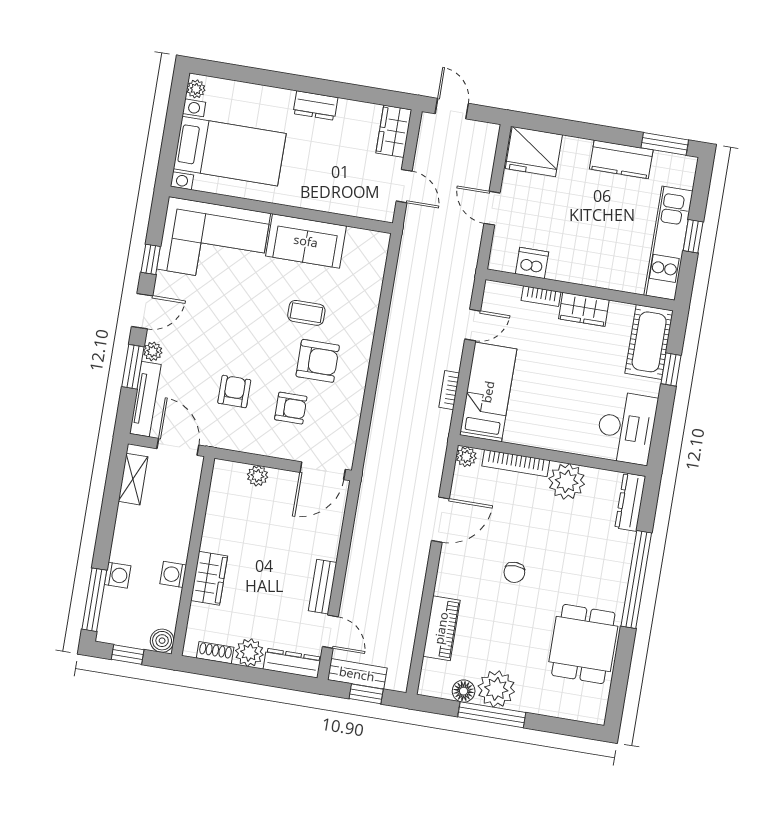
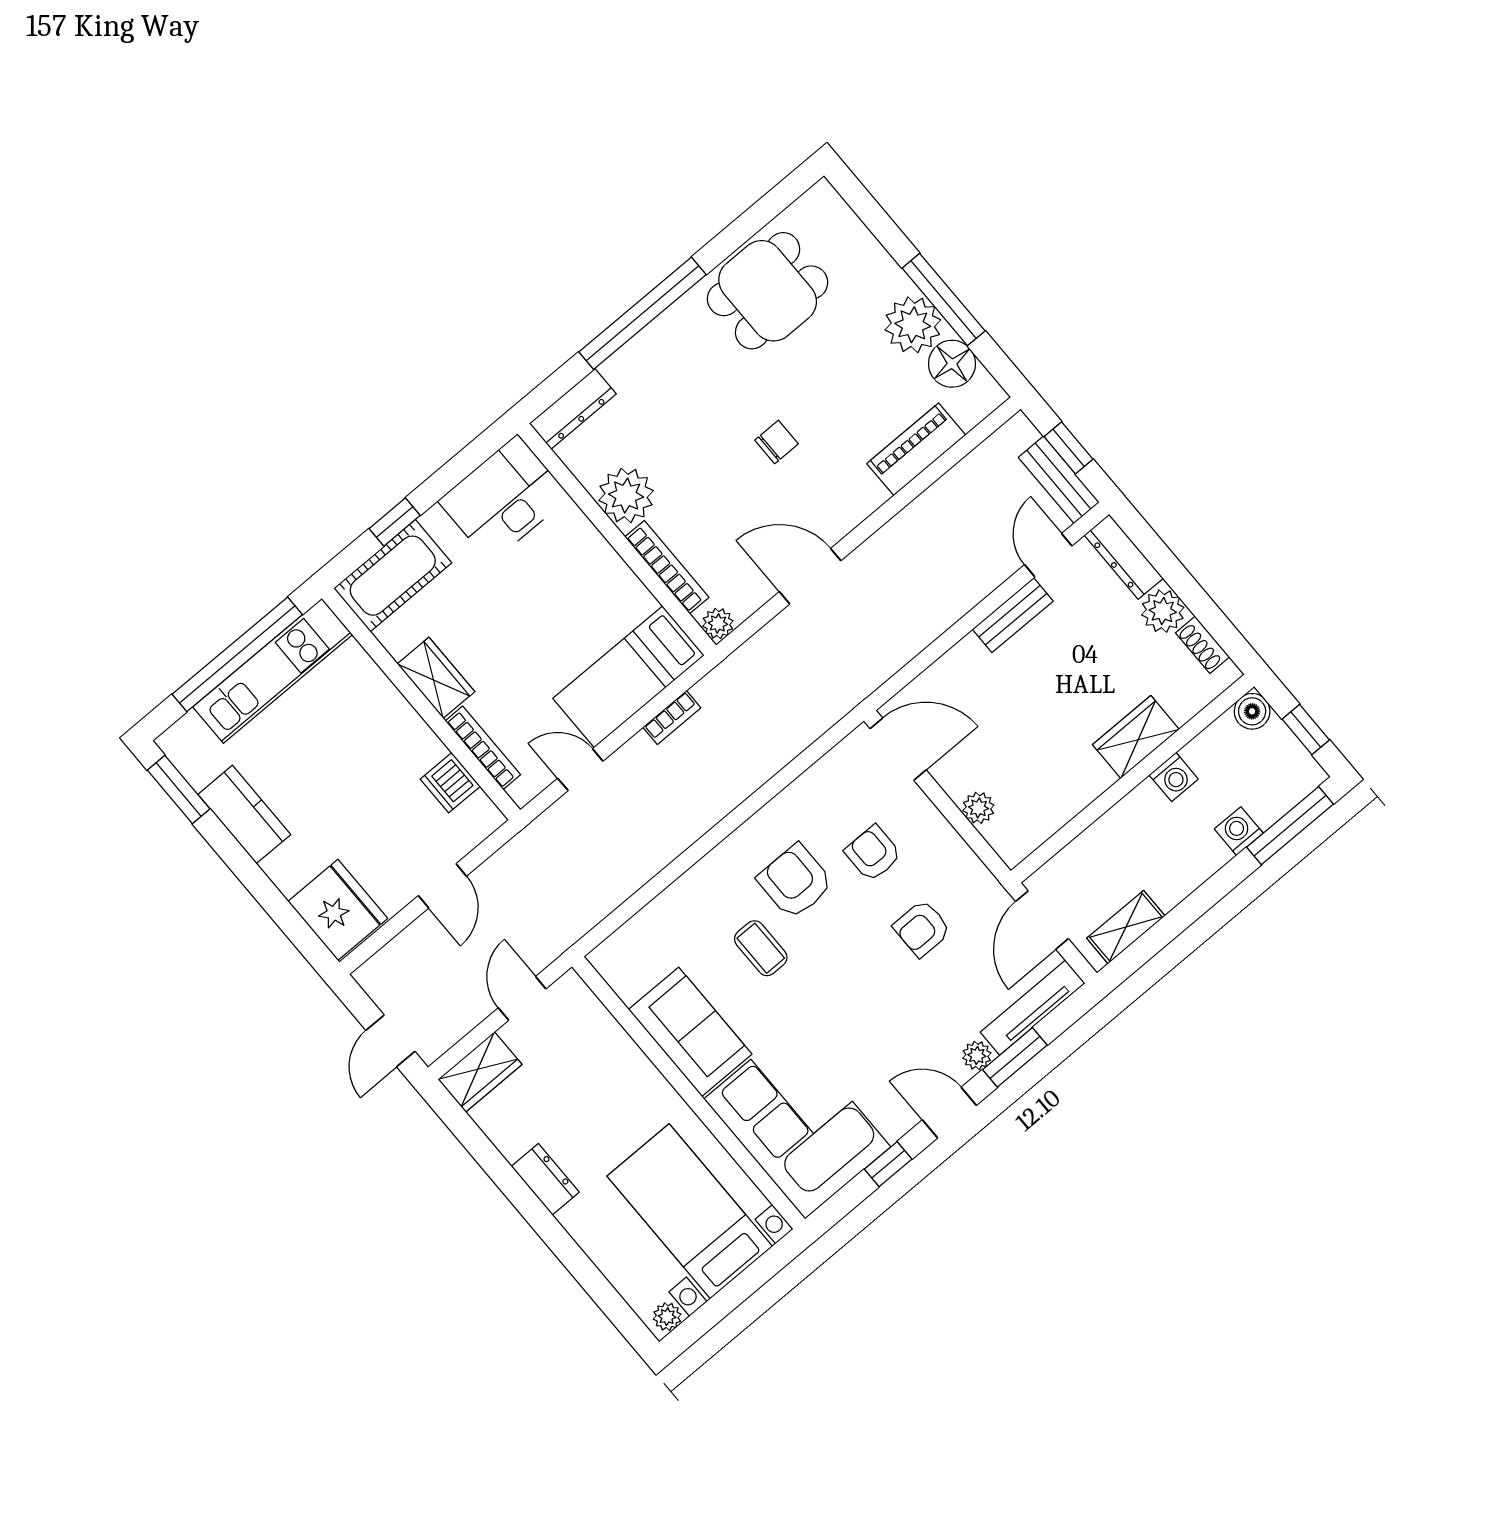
window: (693, 236) -> (237, 654), width x3.17
bookcase: (541, 296) -> (483, 748), width x1.56
floor lamp: (464, 691) -> (952, 364), width x1.38, depth x1.38

